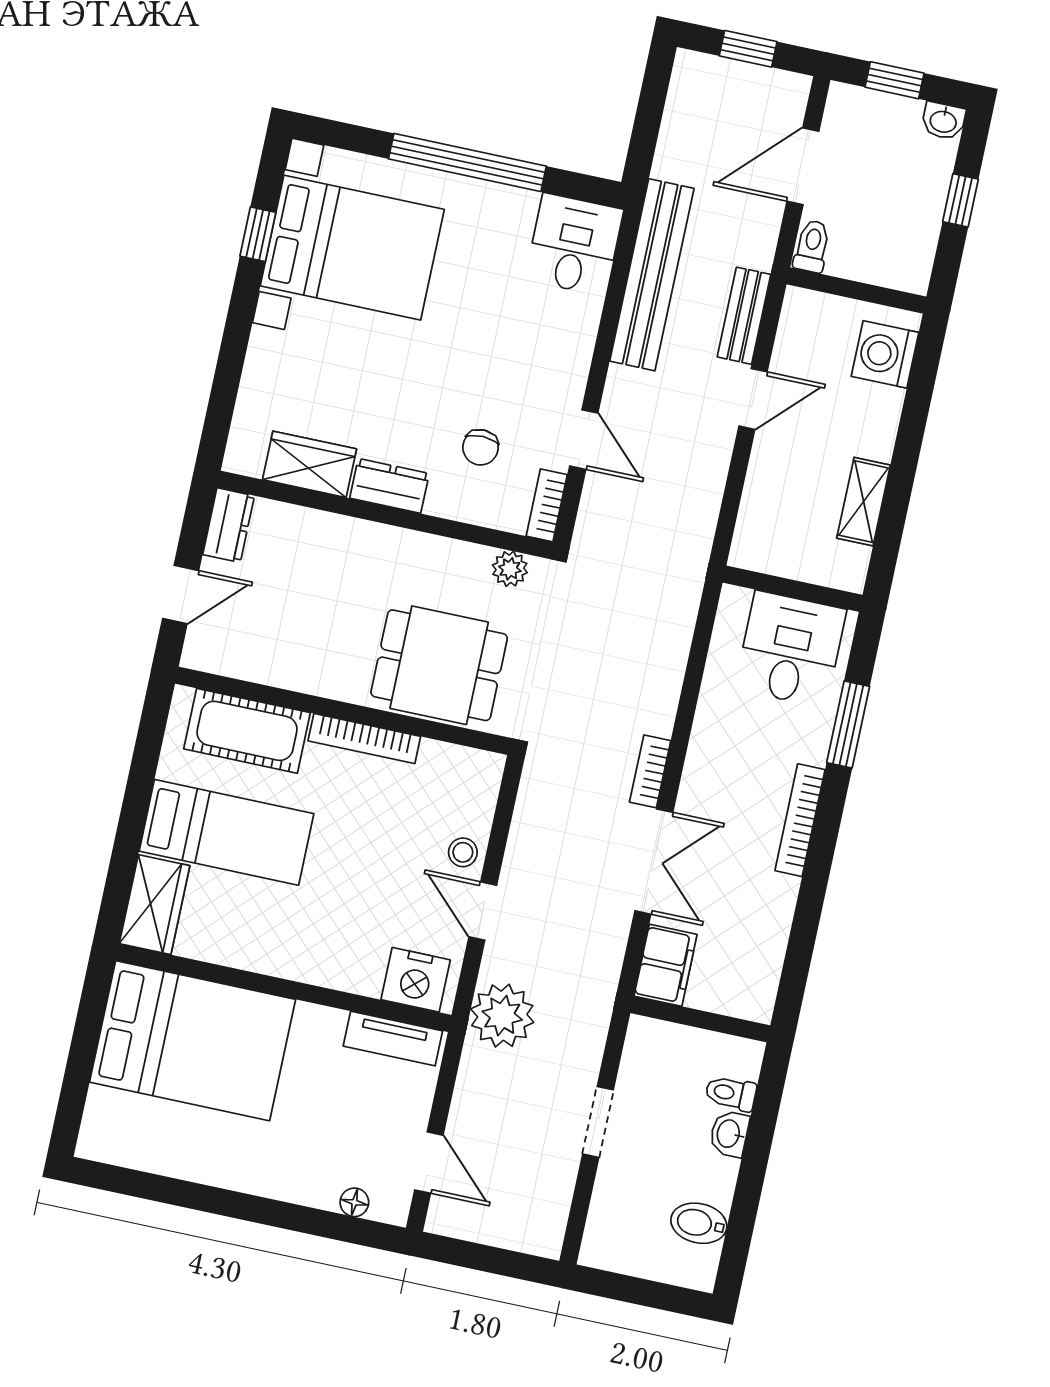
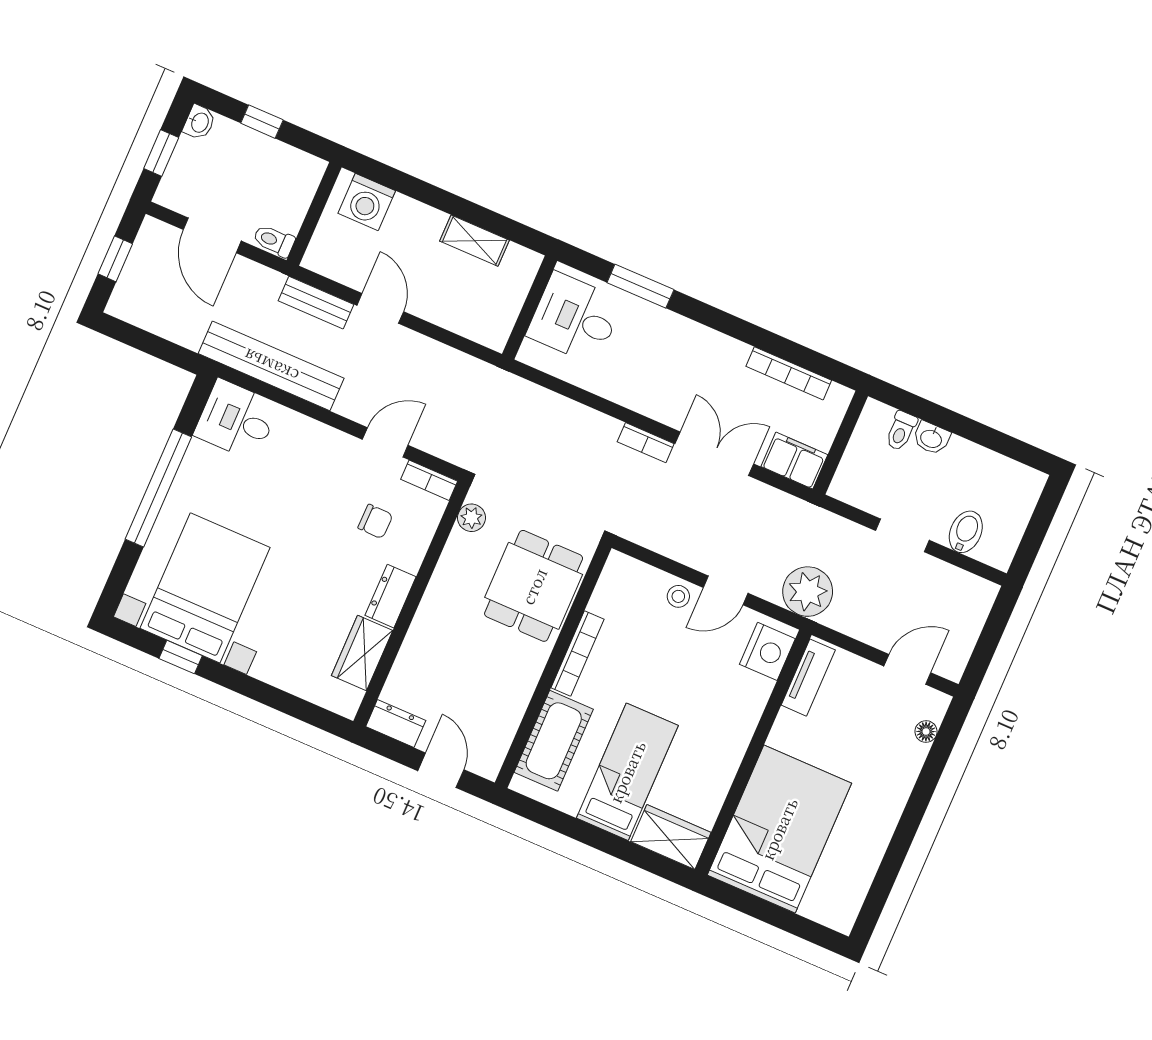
bookcase: (800, 820) -> (789, 373), moved
bidet: (699, 1223) -> (966, 532), moved, turned 180

